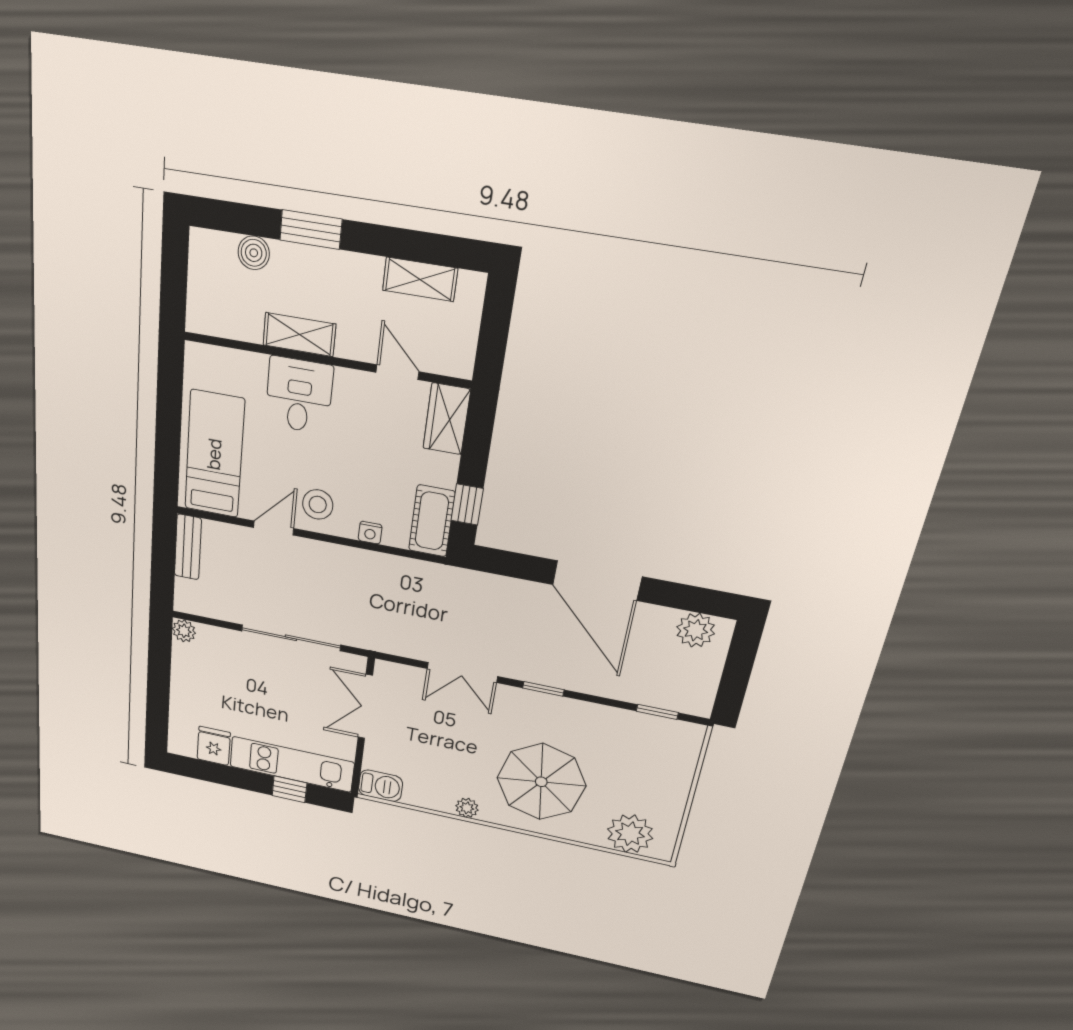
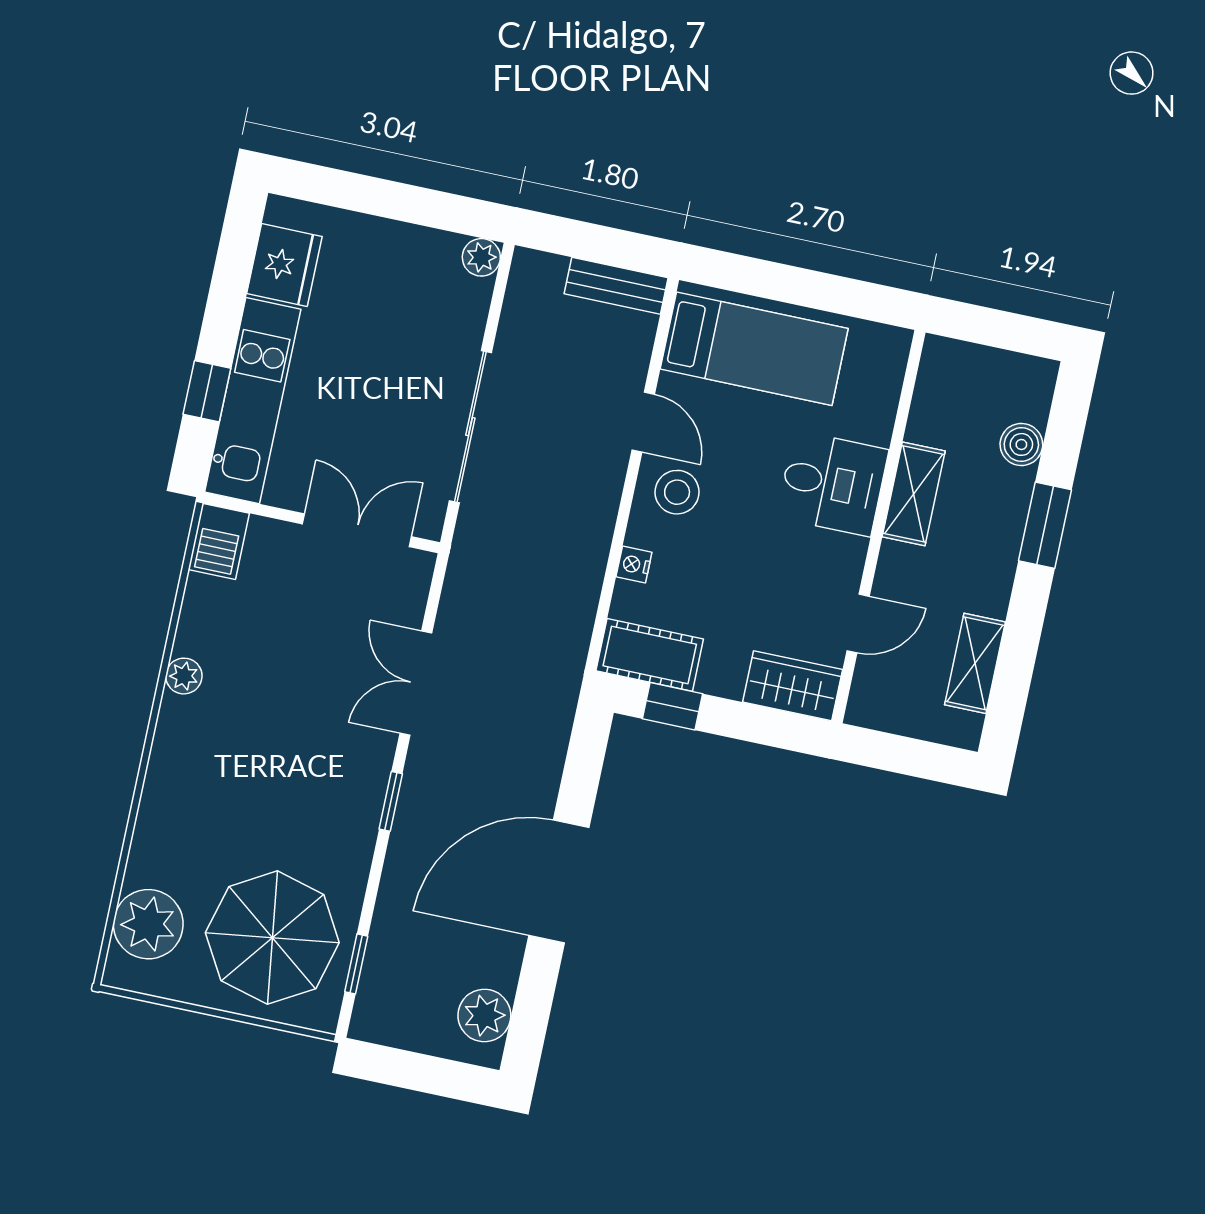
fridge: (214, 746) -> (284, 265), width x1.38
parasol: (541, 782) -> (272, 938), moved

